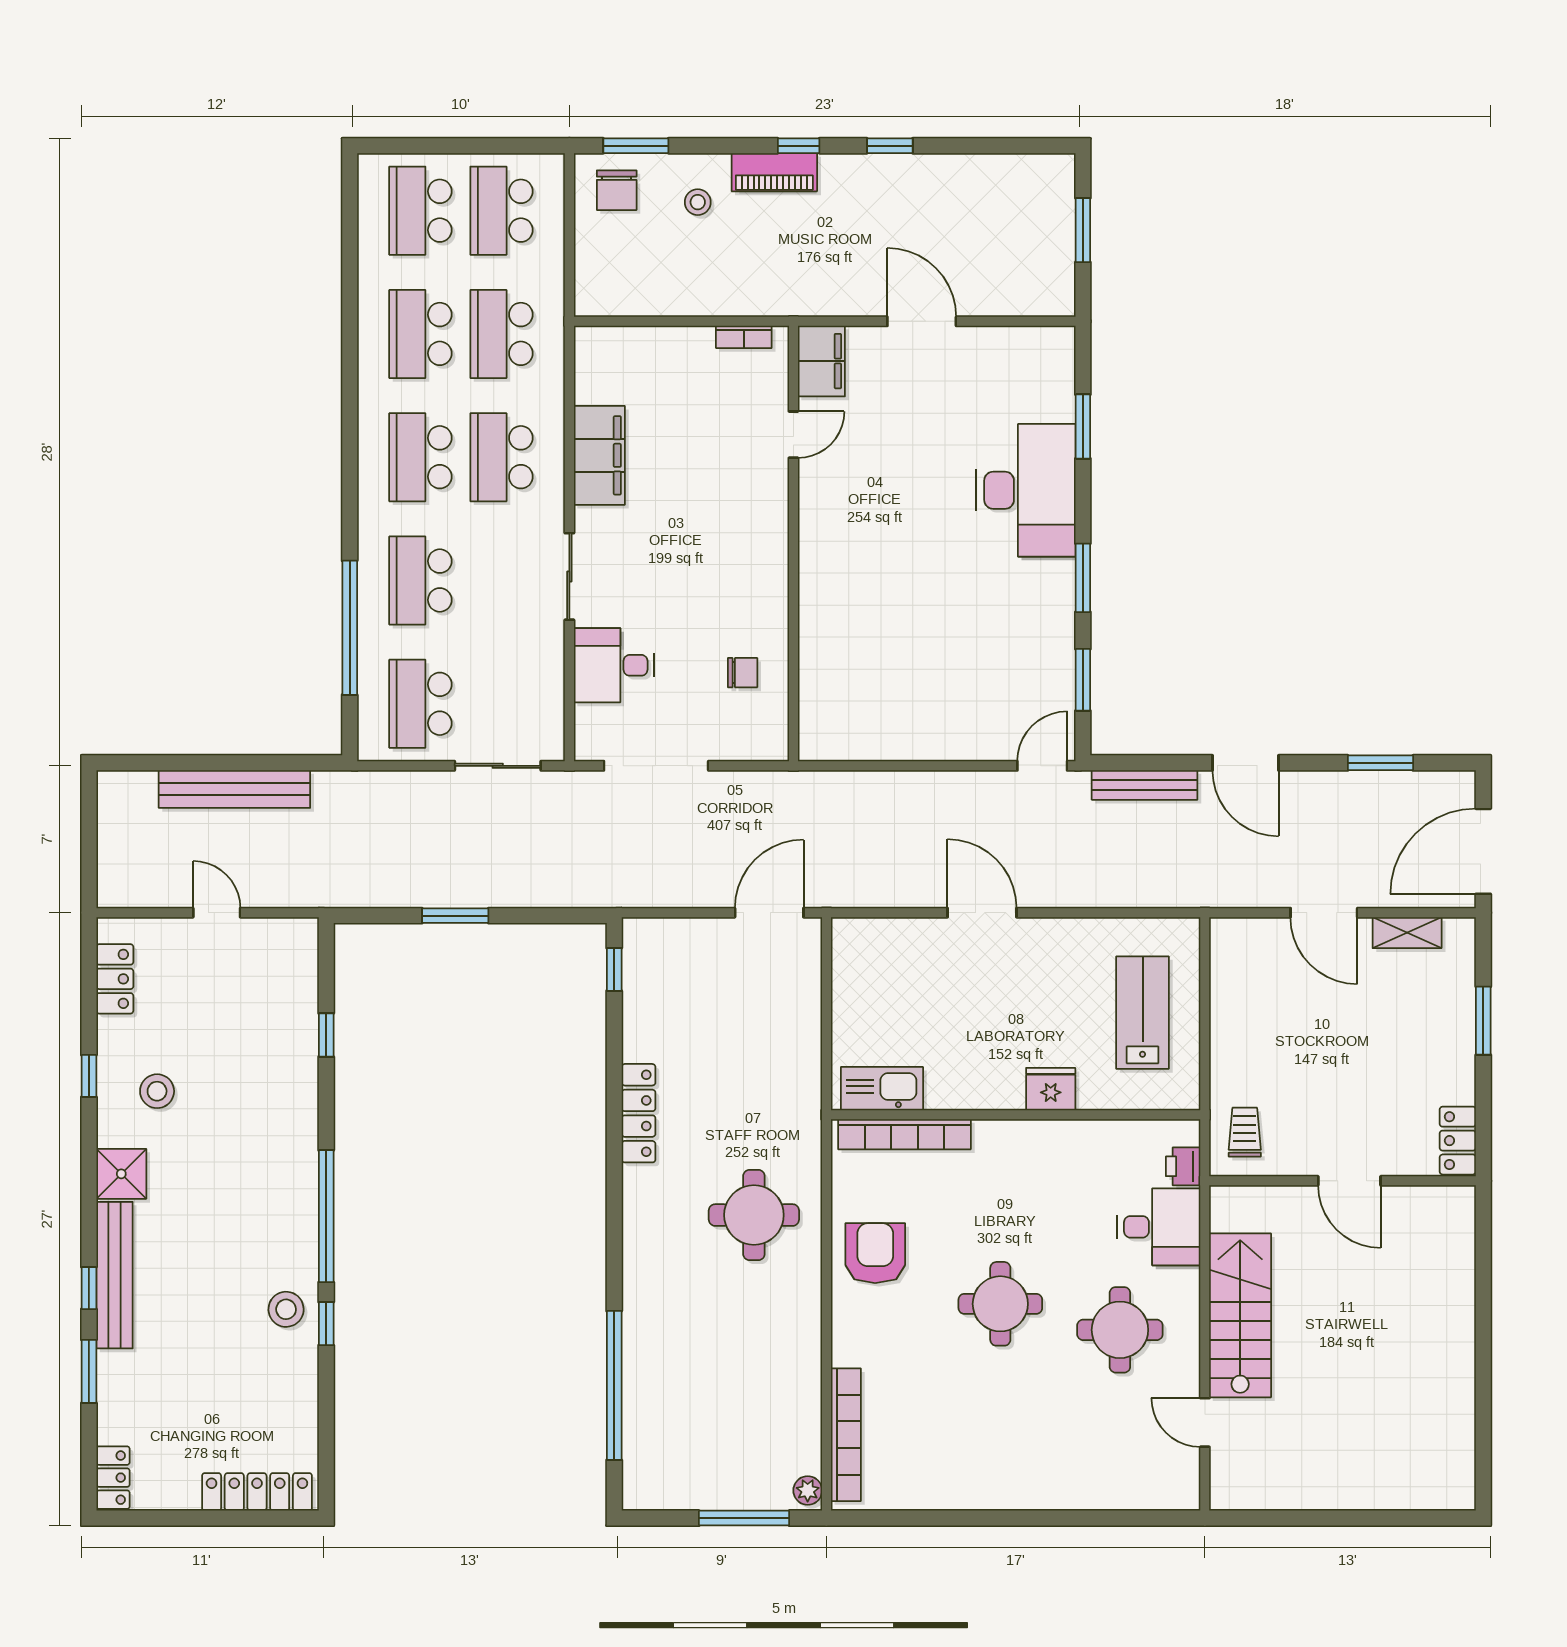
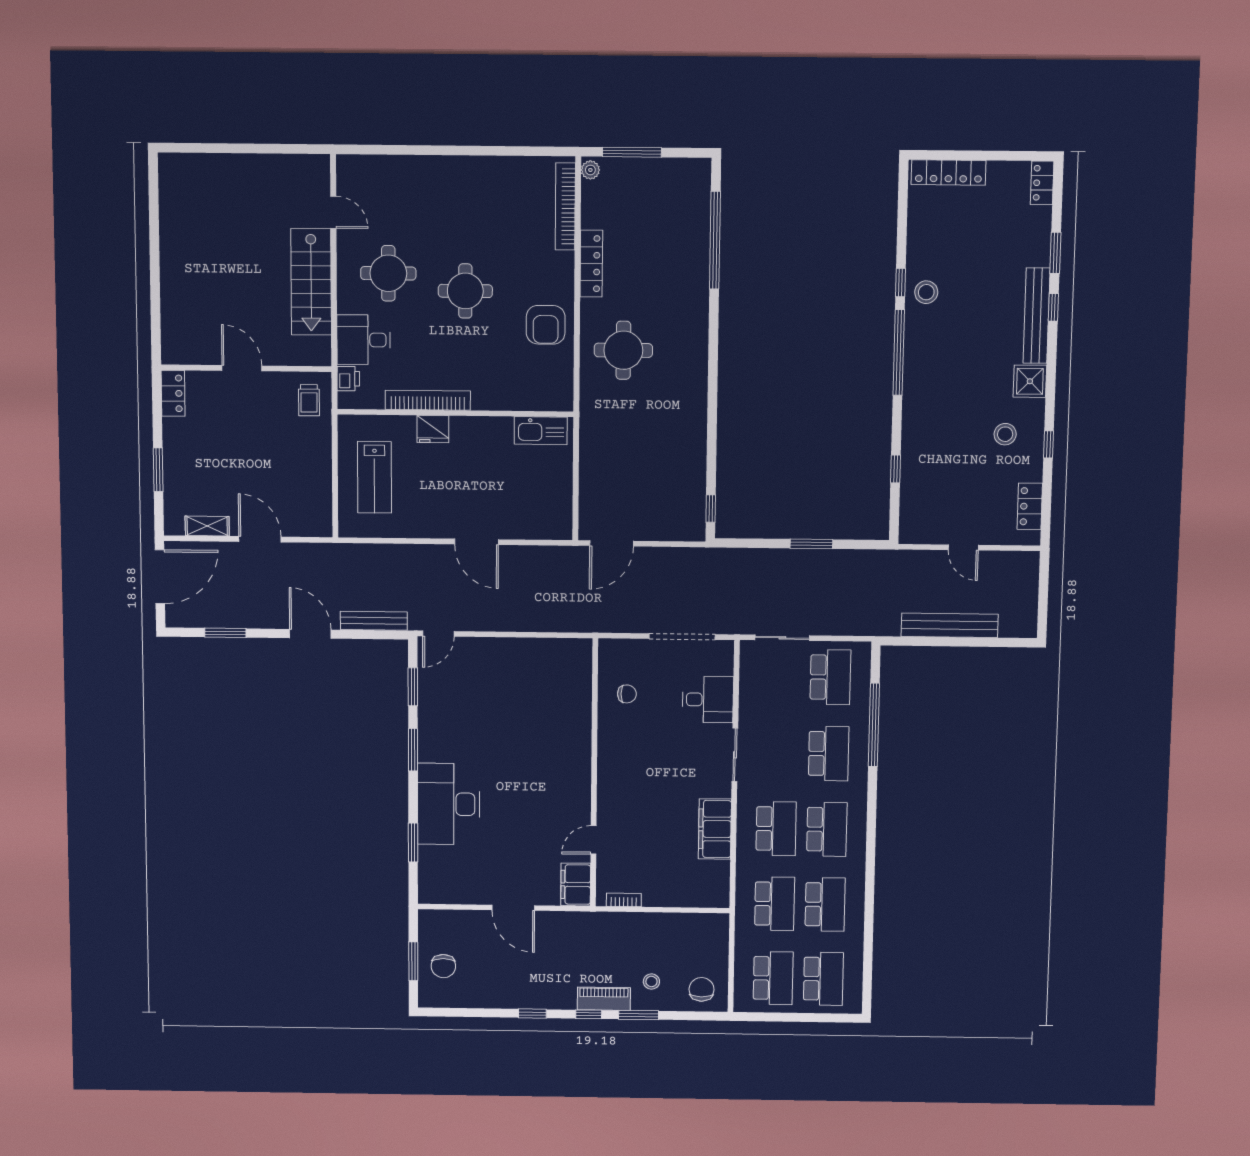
window: (636, 146) -> (639, 1015), moved
chair: (1034, 223) -> (443, 966), added
chair: (743, 673) -> (627, 694), turned 180
locker: (638, 1113) -> (591, 264), moved, turned 180
bookcase: (904, 1134) -> (428, 400), moved

